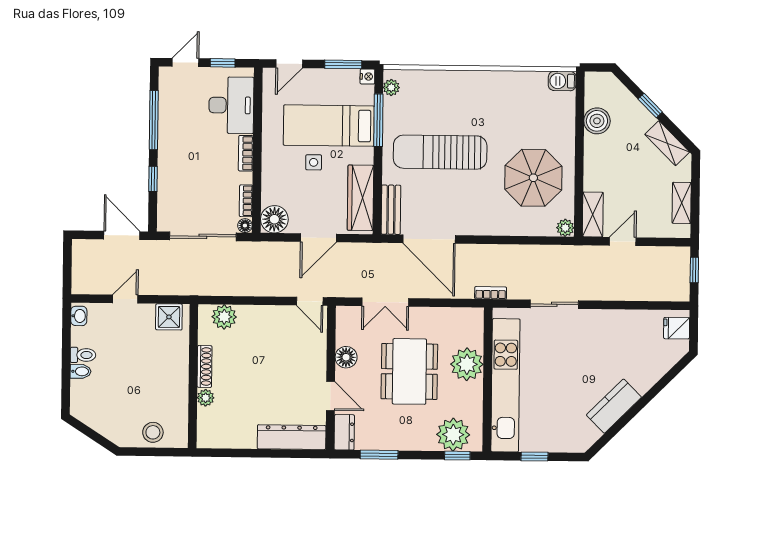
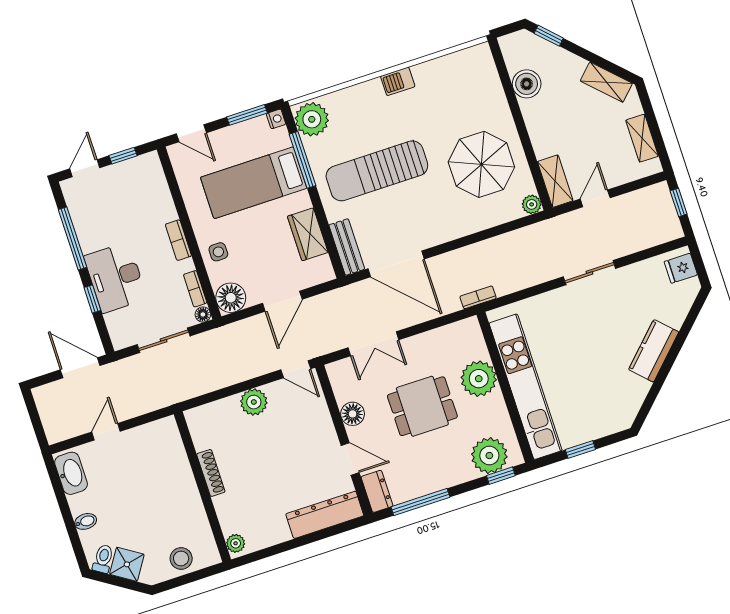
door: (289, 64) -> (191, 133), hinge flipped
barbecue: (562, 81) -> (398, 81), moved
plant: (391, 87) -> (312, 119), width x1.87, depth x1.87
desk: (231, 105) -> (115, 277), moved, turned 180
window: (650, 105) -> (549, 36), moved
side table: (314, 162) -> (218, 252), moved
wardrobe: (360, 198) -> (308, 234), width x0.67
sliding door: (203, 236) -> (164, 340), width x0.73
sliding door: (554, 304) -> (589, 273), moved
washbasin: (79, 316) -> (71, 473), width x1.91, depth x1.45
shower: (169, 317) -> (127, 564), moved, turned 33
plant: (224, 317) -> (254, 402), moved
toilet: (83, 355) -> (103, 559), moved, turned -57
dining table: (409, 371) -> (422, 406), width x0.73
plant: (206, 398) -> (236, 543), moved
kitchen counter: (614, 406) -> (654, 351), moved
window: (379, 455) -> (420, 502), width x1.44

